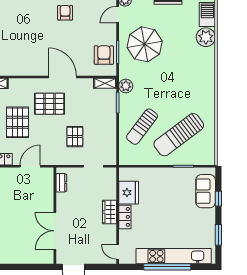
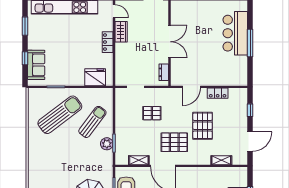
shelving: (105, 83) -> (139, 160), moved
plant: (126, 86) -> (107, 144), moved
pallet: (75, 137) -> (152, 113), turned 90
fridge: (129, 193) -> (95, 77), moved, turned 90
wardrobe: (110, 212) -> (121, 32), moved
double door: (55, 231) -> (169, 42), moved

